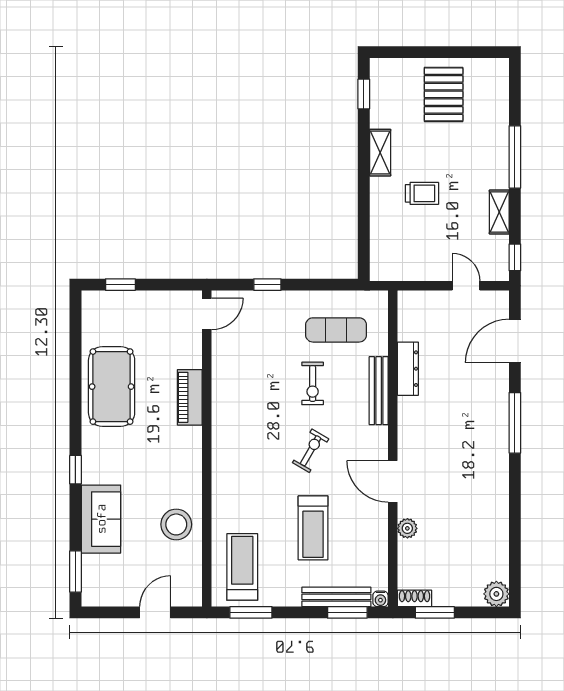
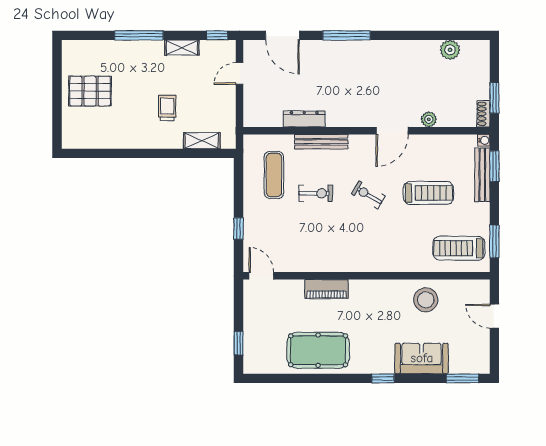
window: (364, 94) -> (90, 153), removed
shelving: (380, 153) -> (202, 141), moved
plant: (496, 594) -> (450, 50), moved

